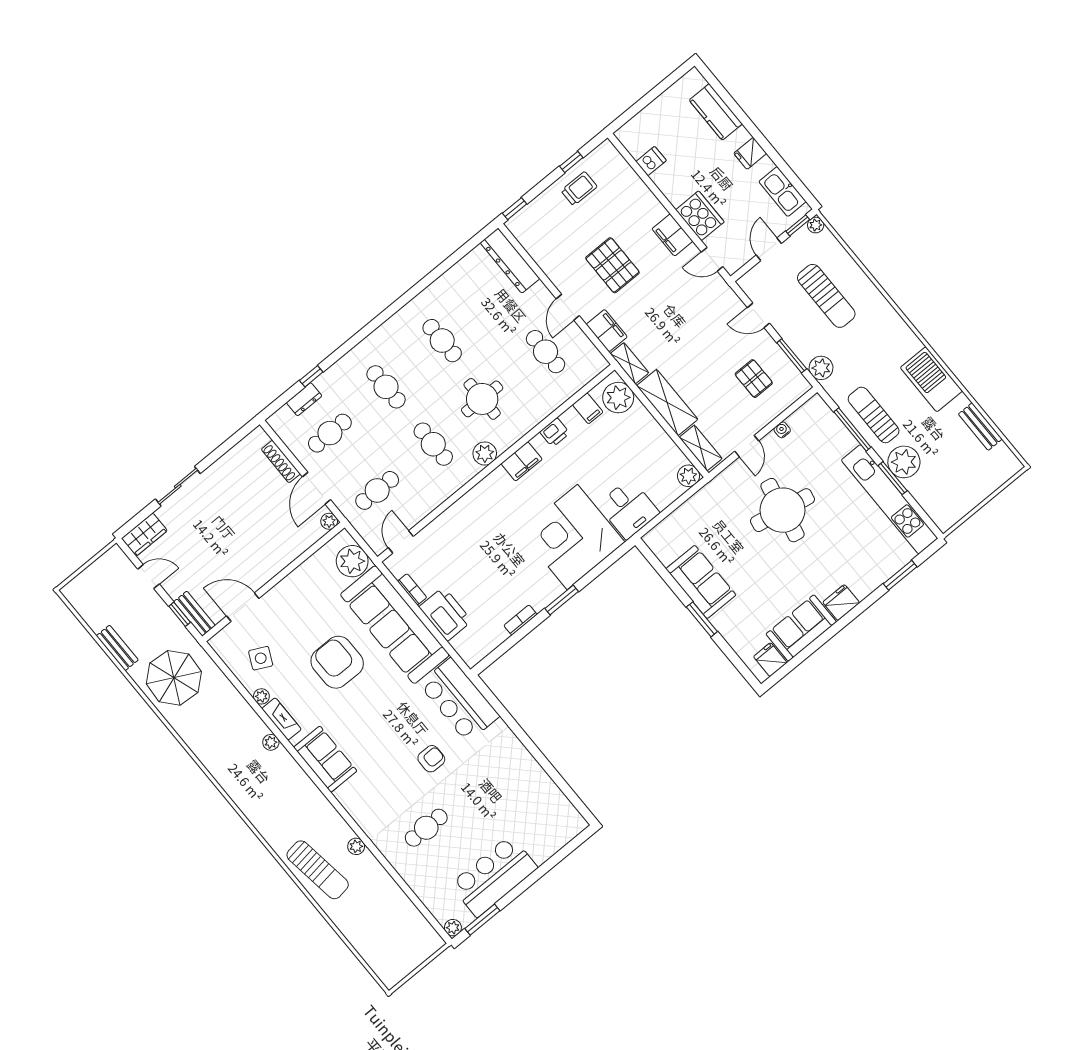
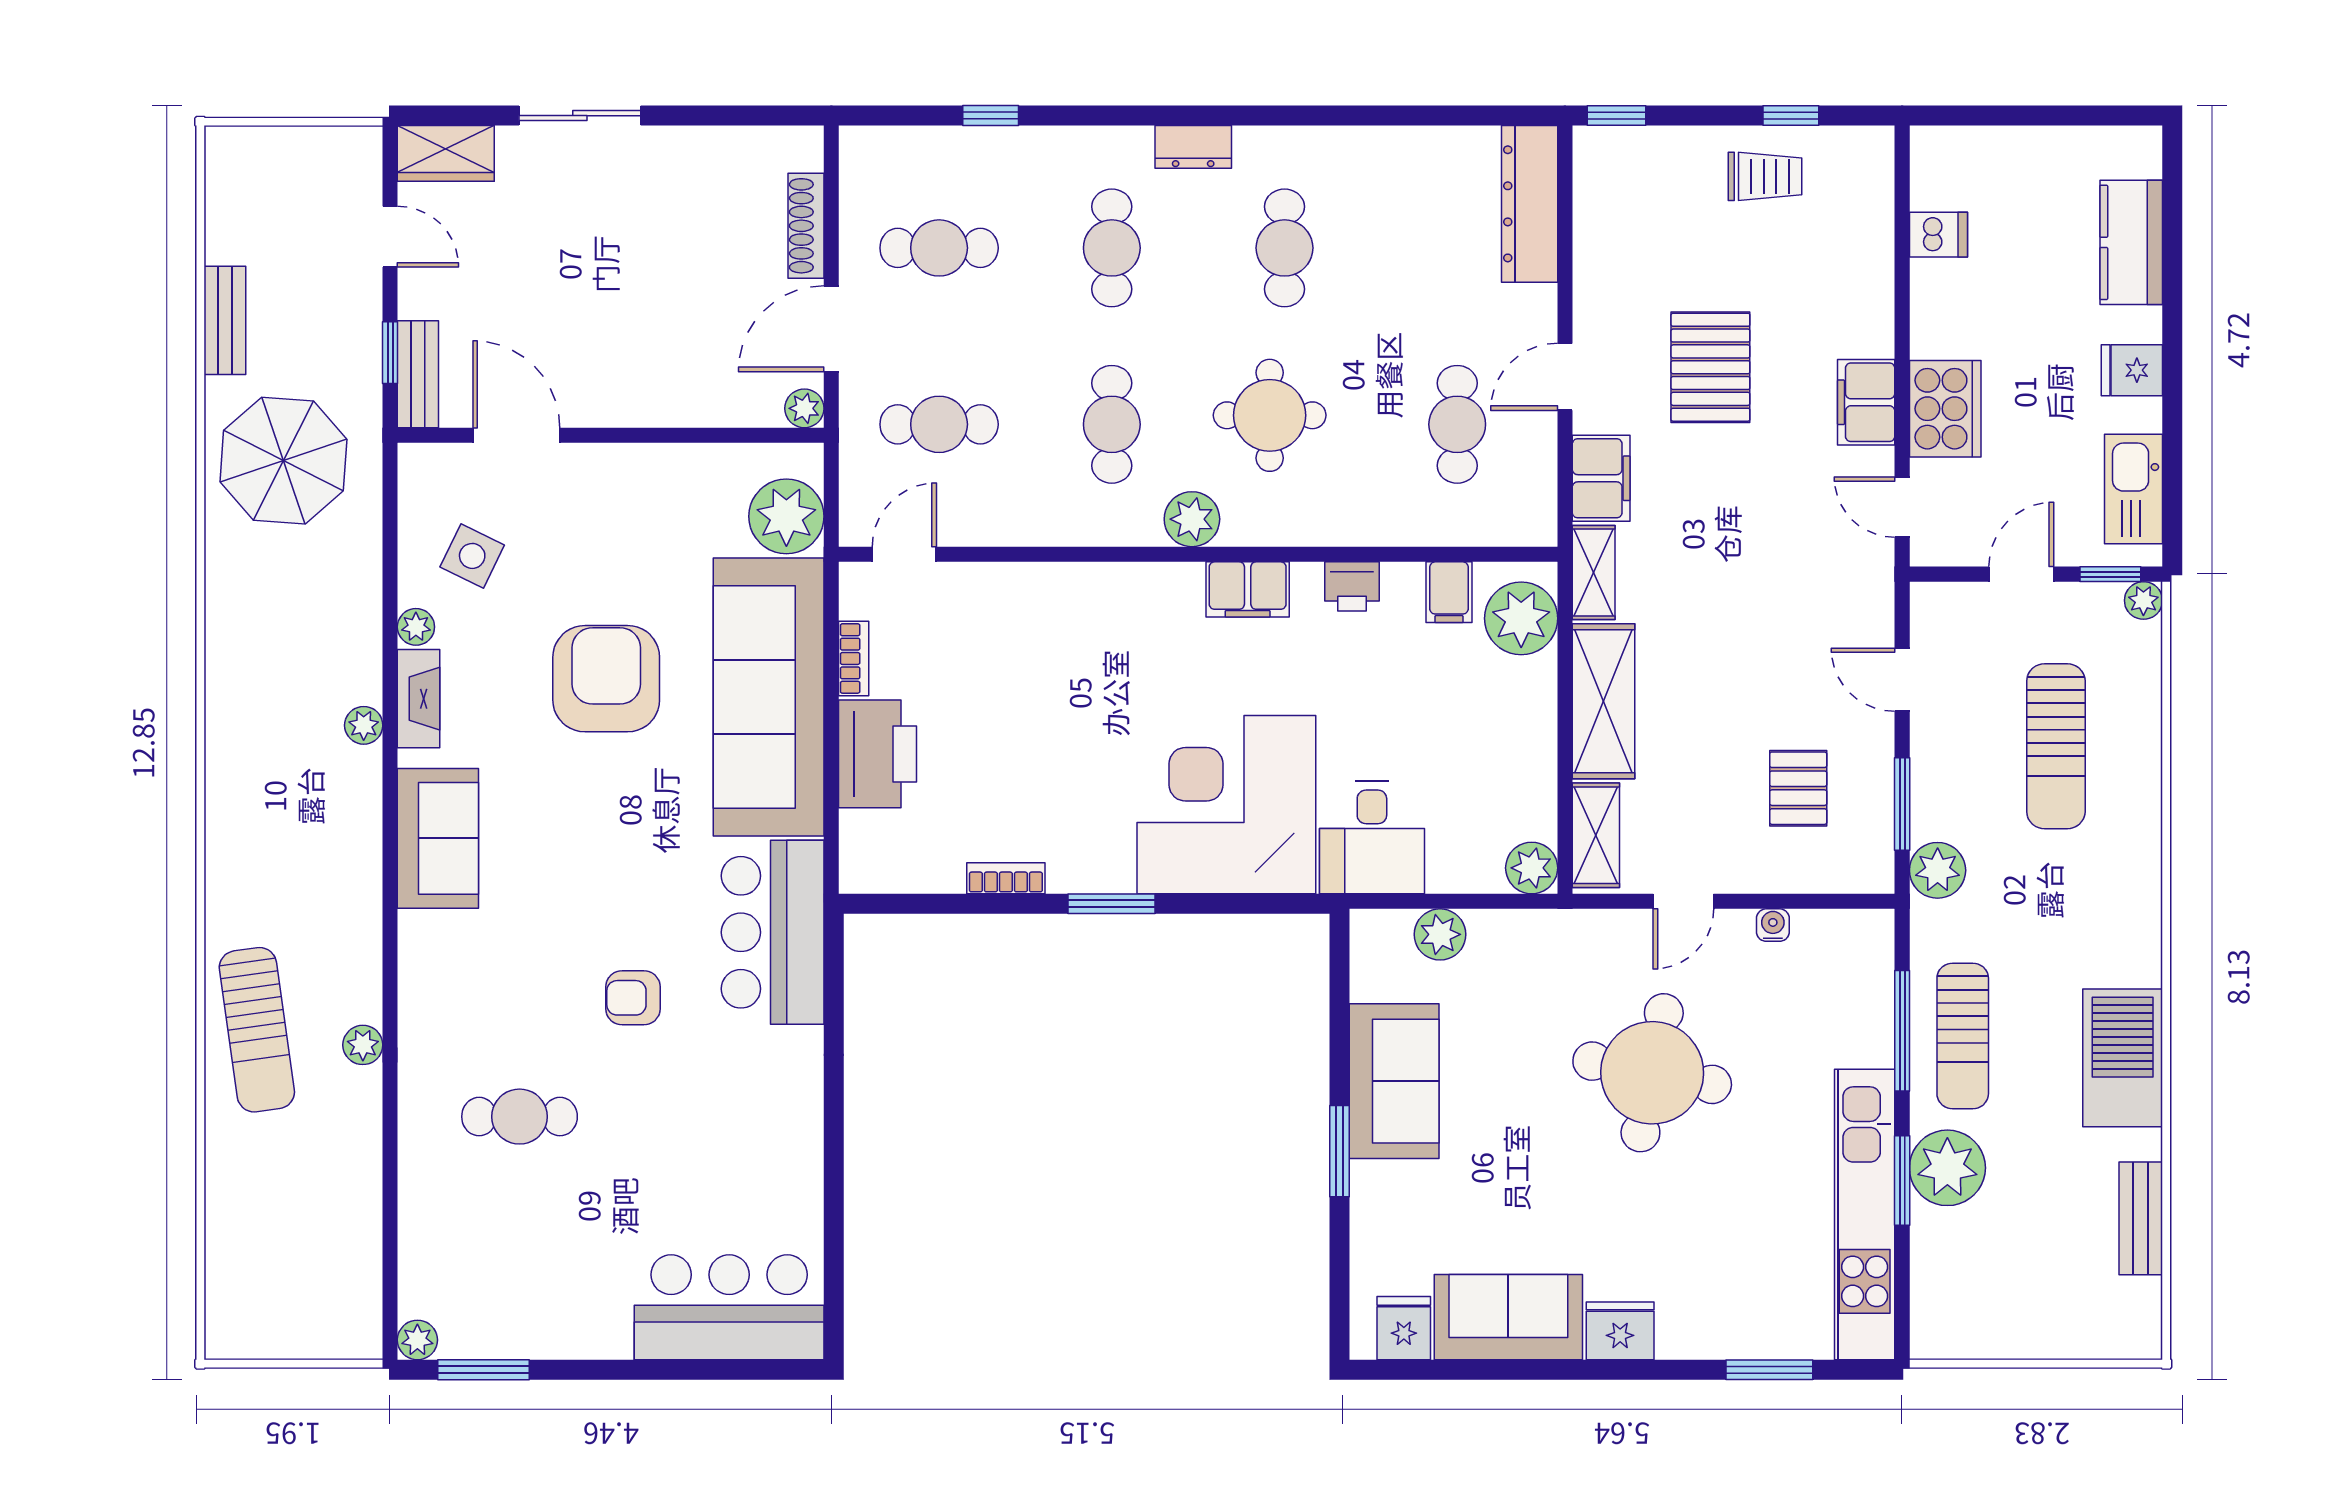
dresser: (304, 399) -> (1193, 147), moved
sun lounger: (874, 415) -> (1963, 1036), turned 180
plant: (677, 522) -> (1440, 934), added
armchair: (431, 759) -> (633, 998), turned 180
bar counter: (494, 876) -> (729, 1307), moved

